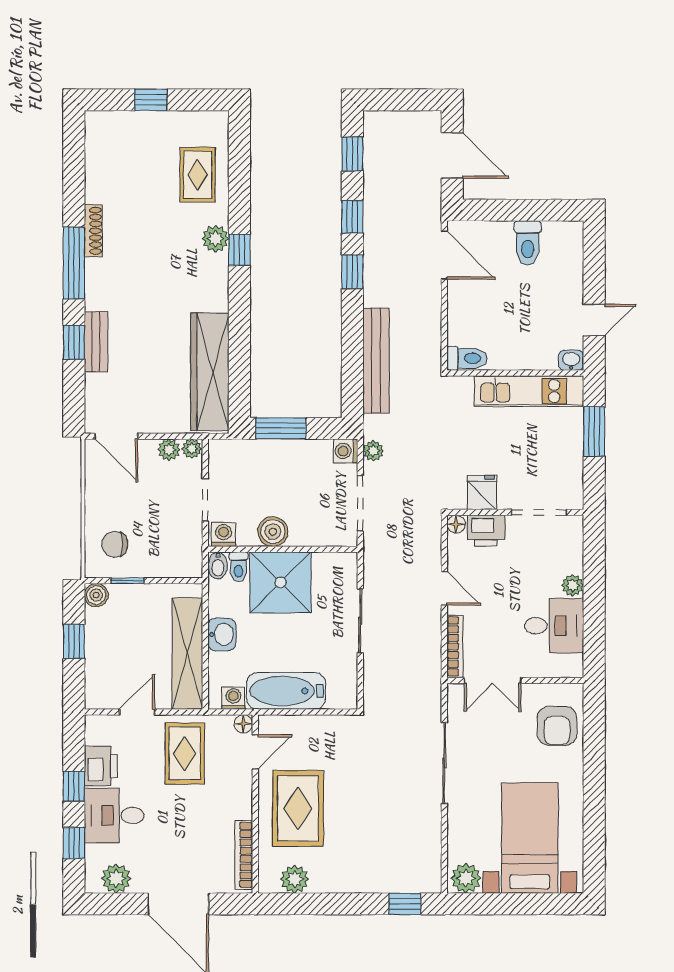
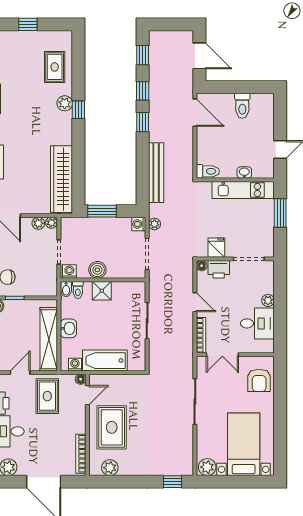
washbasin: (571, 360) -> (244, 173), moved
shower: (280, 582) -> (102, 291), width x0.54, depth x0.54

